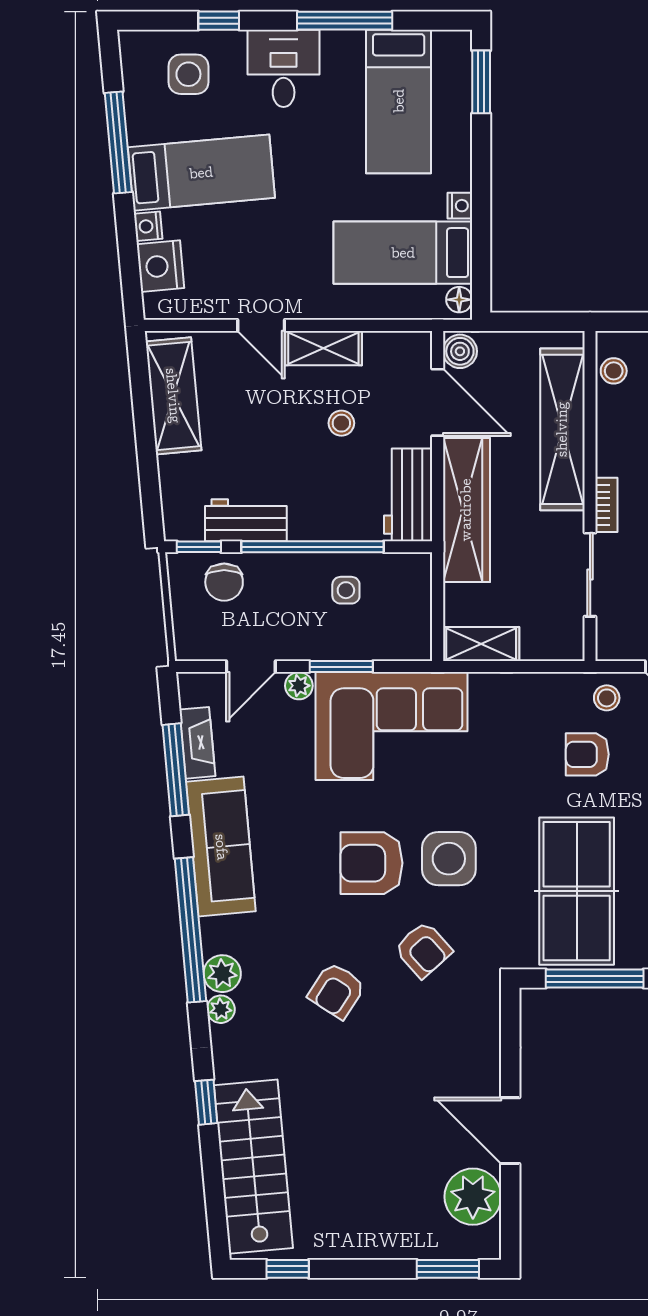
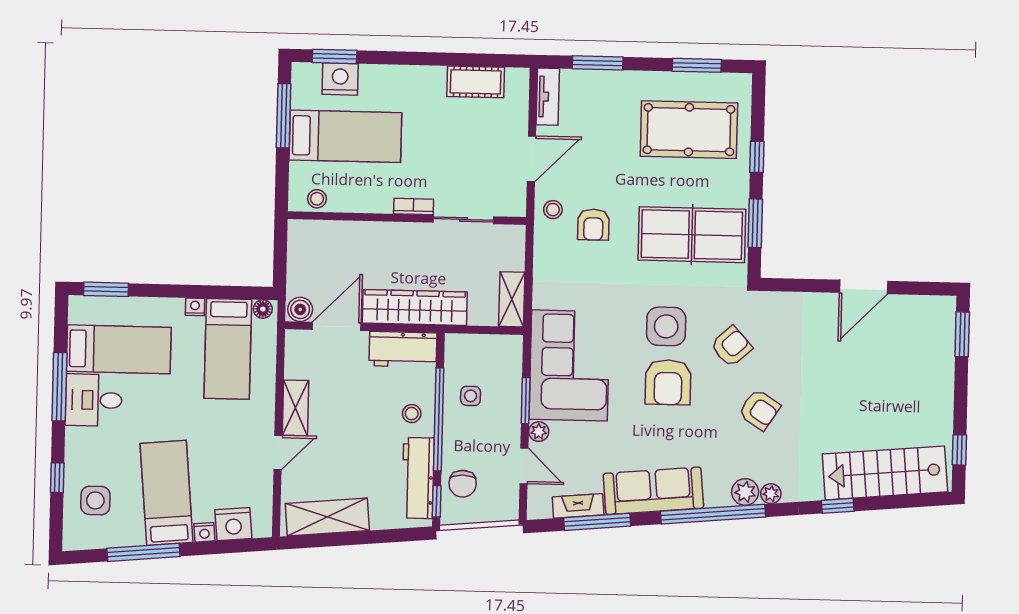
desk: (284, 68) -> (94, 400), moved
stool: (341, 423) -> (412, 414), moved
shelving: (562, 429) -> (358, 237), removed
workbench: (246, 520) -> (418, 478), width x1.38
chair: (224, 582) -> (463, 484), turned 90
window: (595, 979) -> (755, 223), width x0.69
plant: (473, 1197) -> (911, 315), removed

